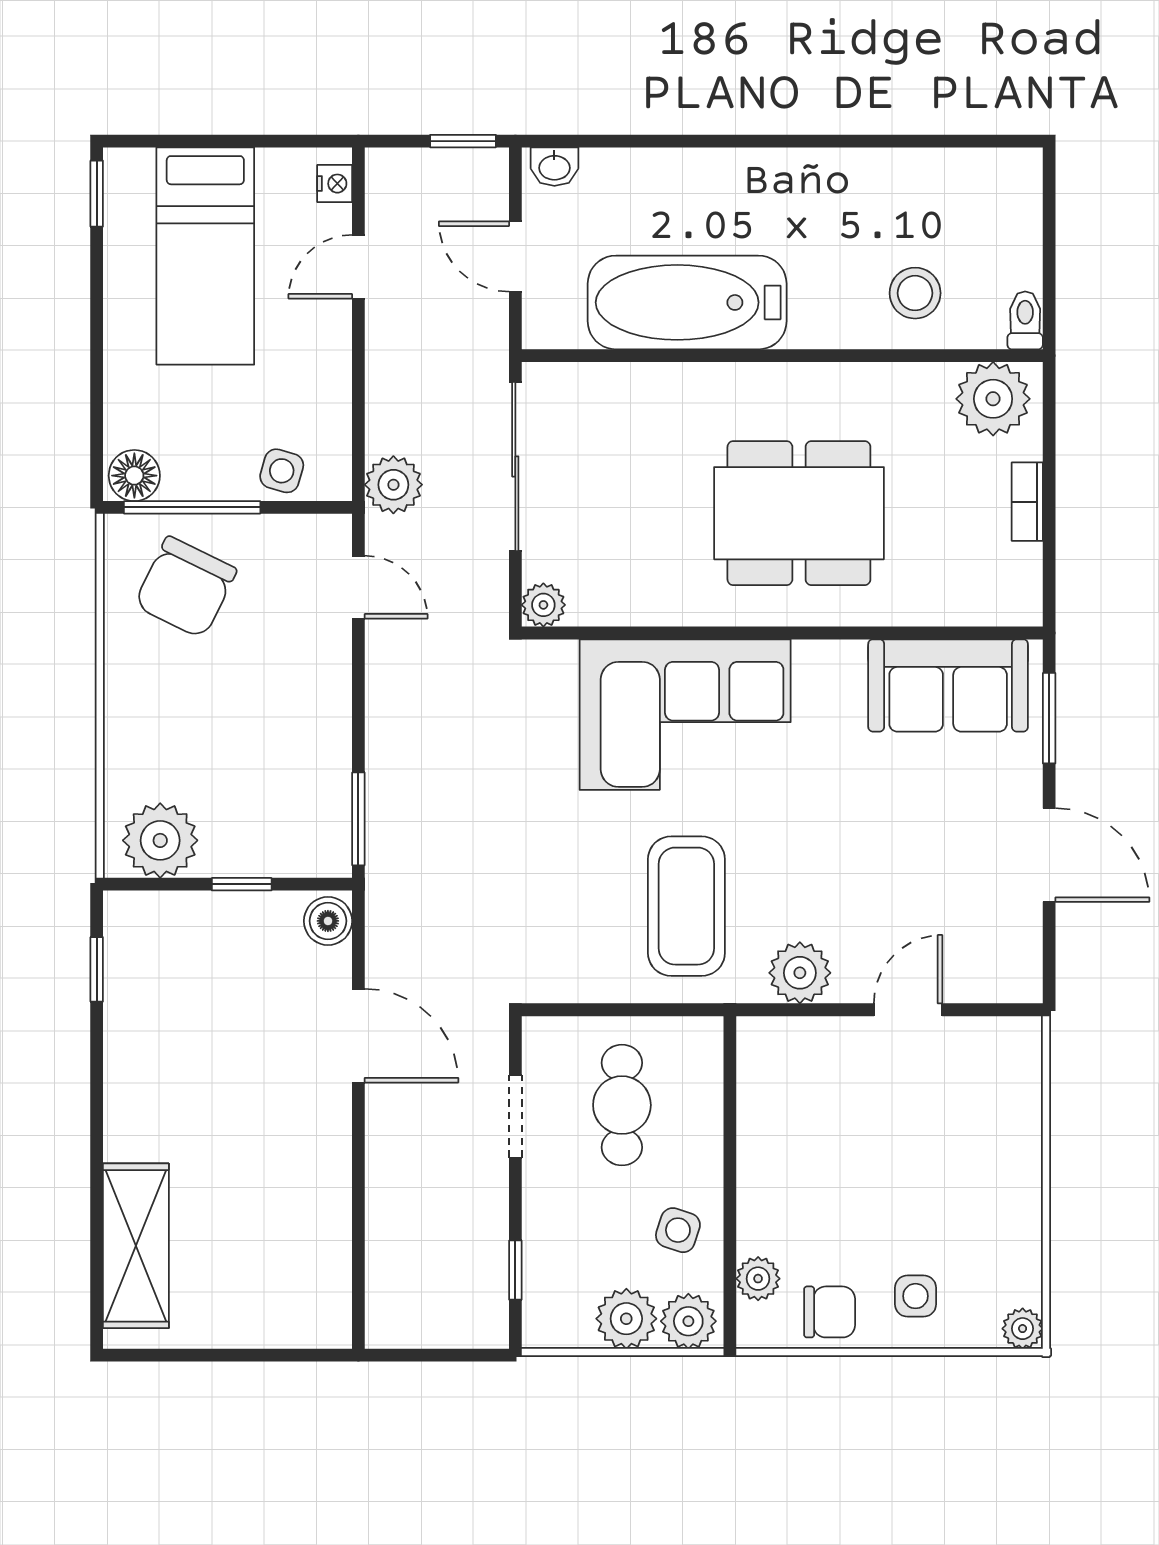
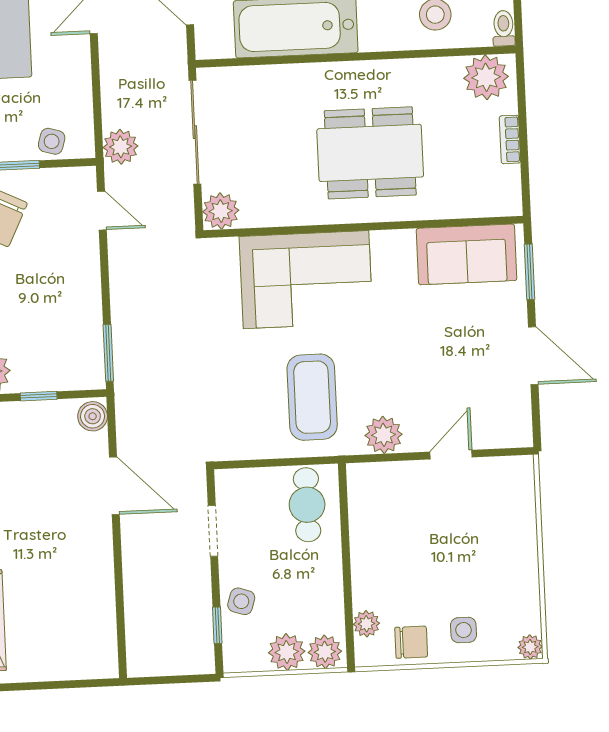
plant: (543, 605) -> (221, 211), width x1.38, depth x1.38
cafe table: (622, 1105) -> (307, 505), moved
side table: (678, 1230) -> (241, 601), moved

